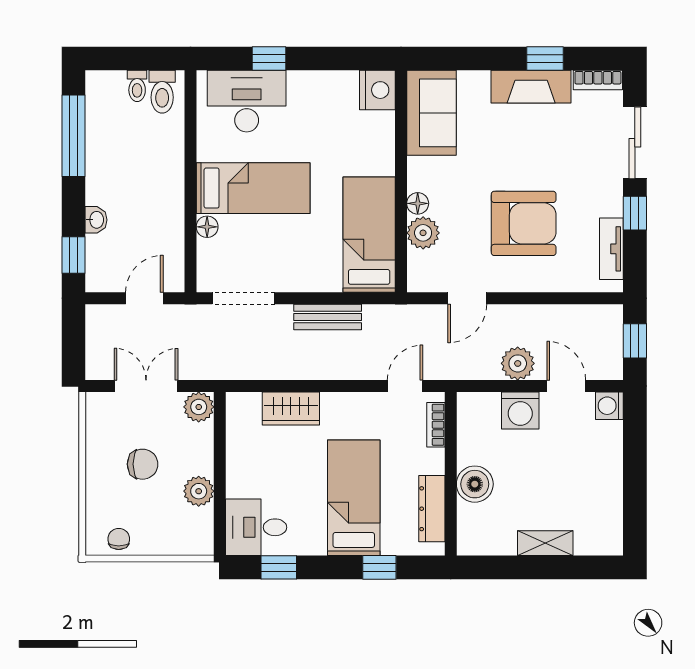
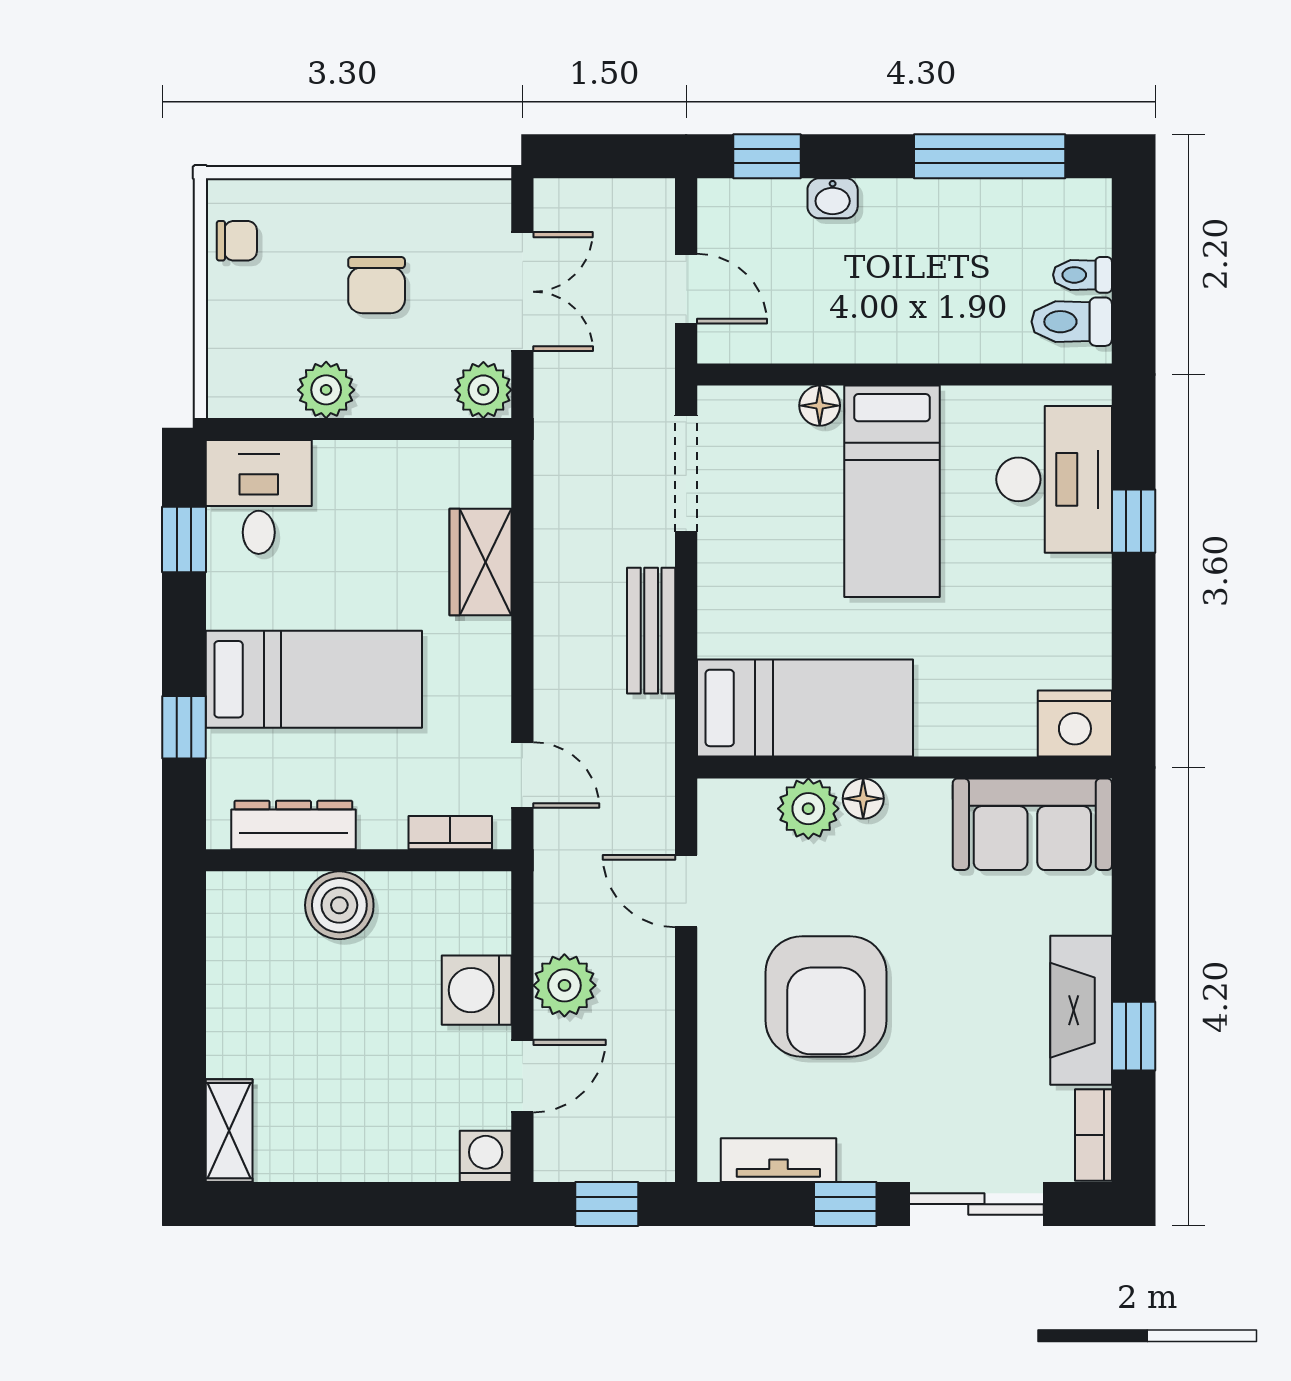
shelving: (545, 543) -> (229, 1131), moved

